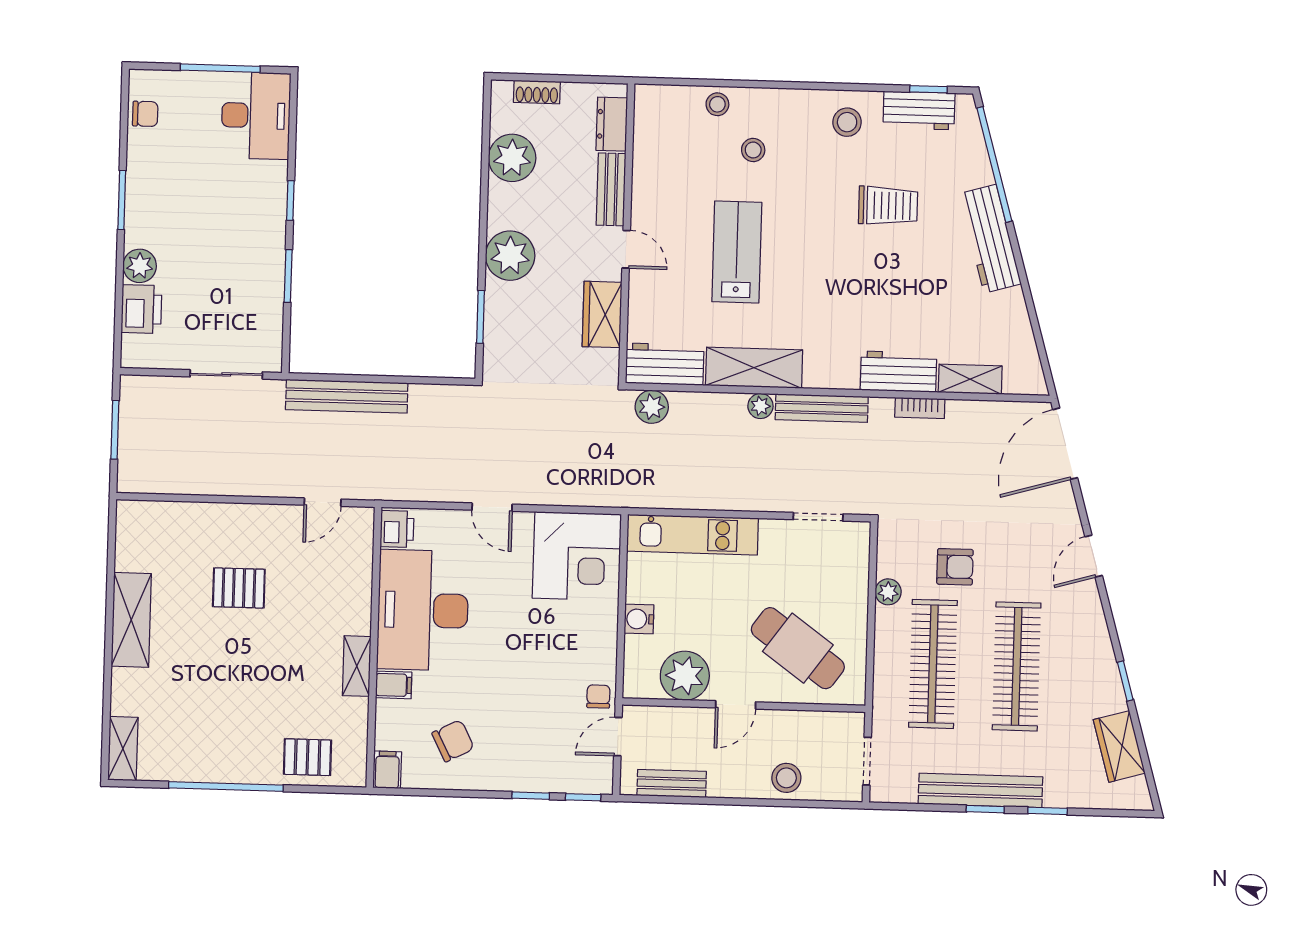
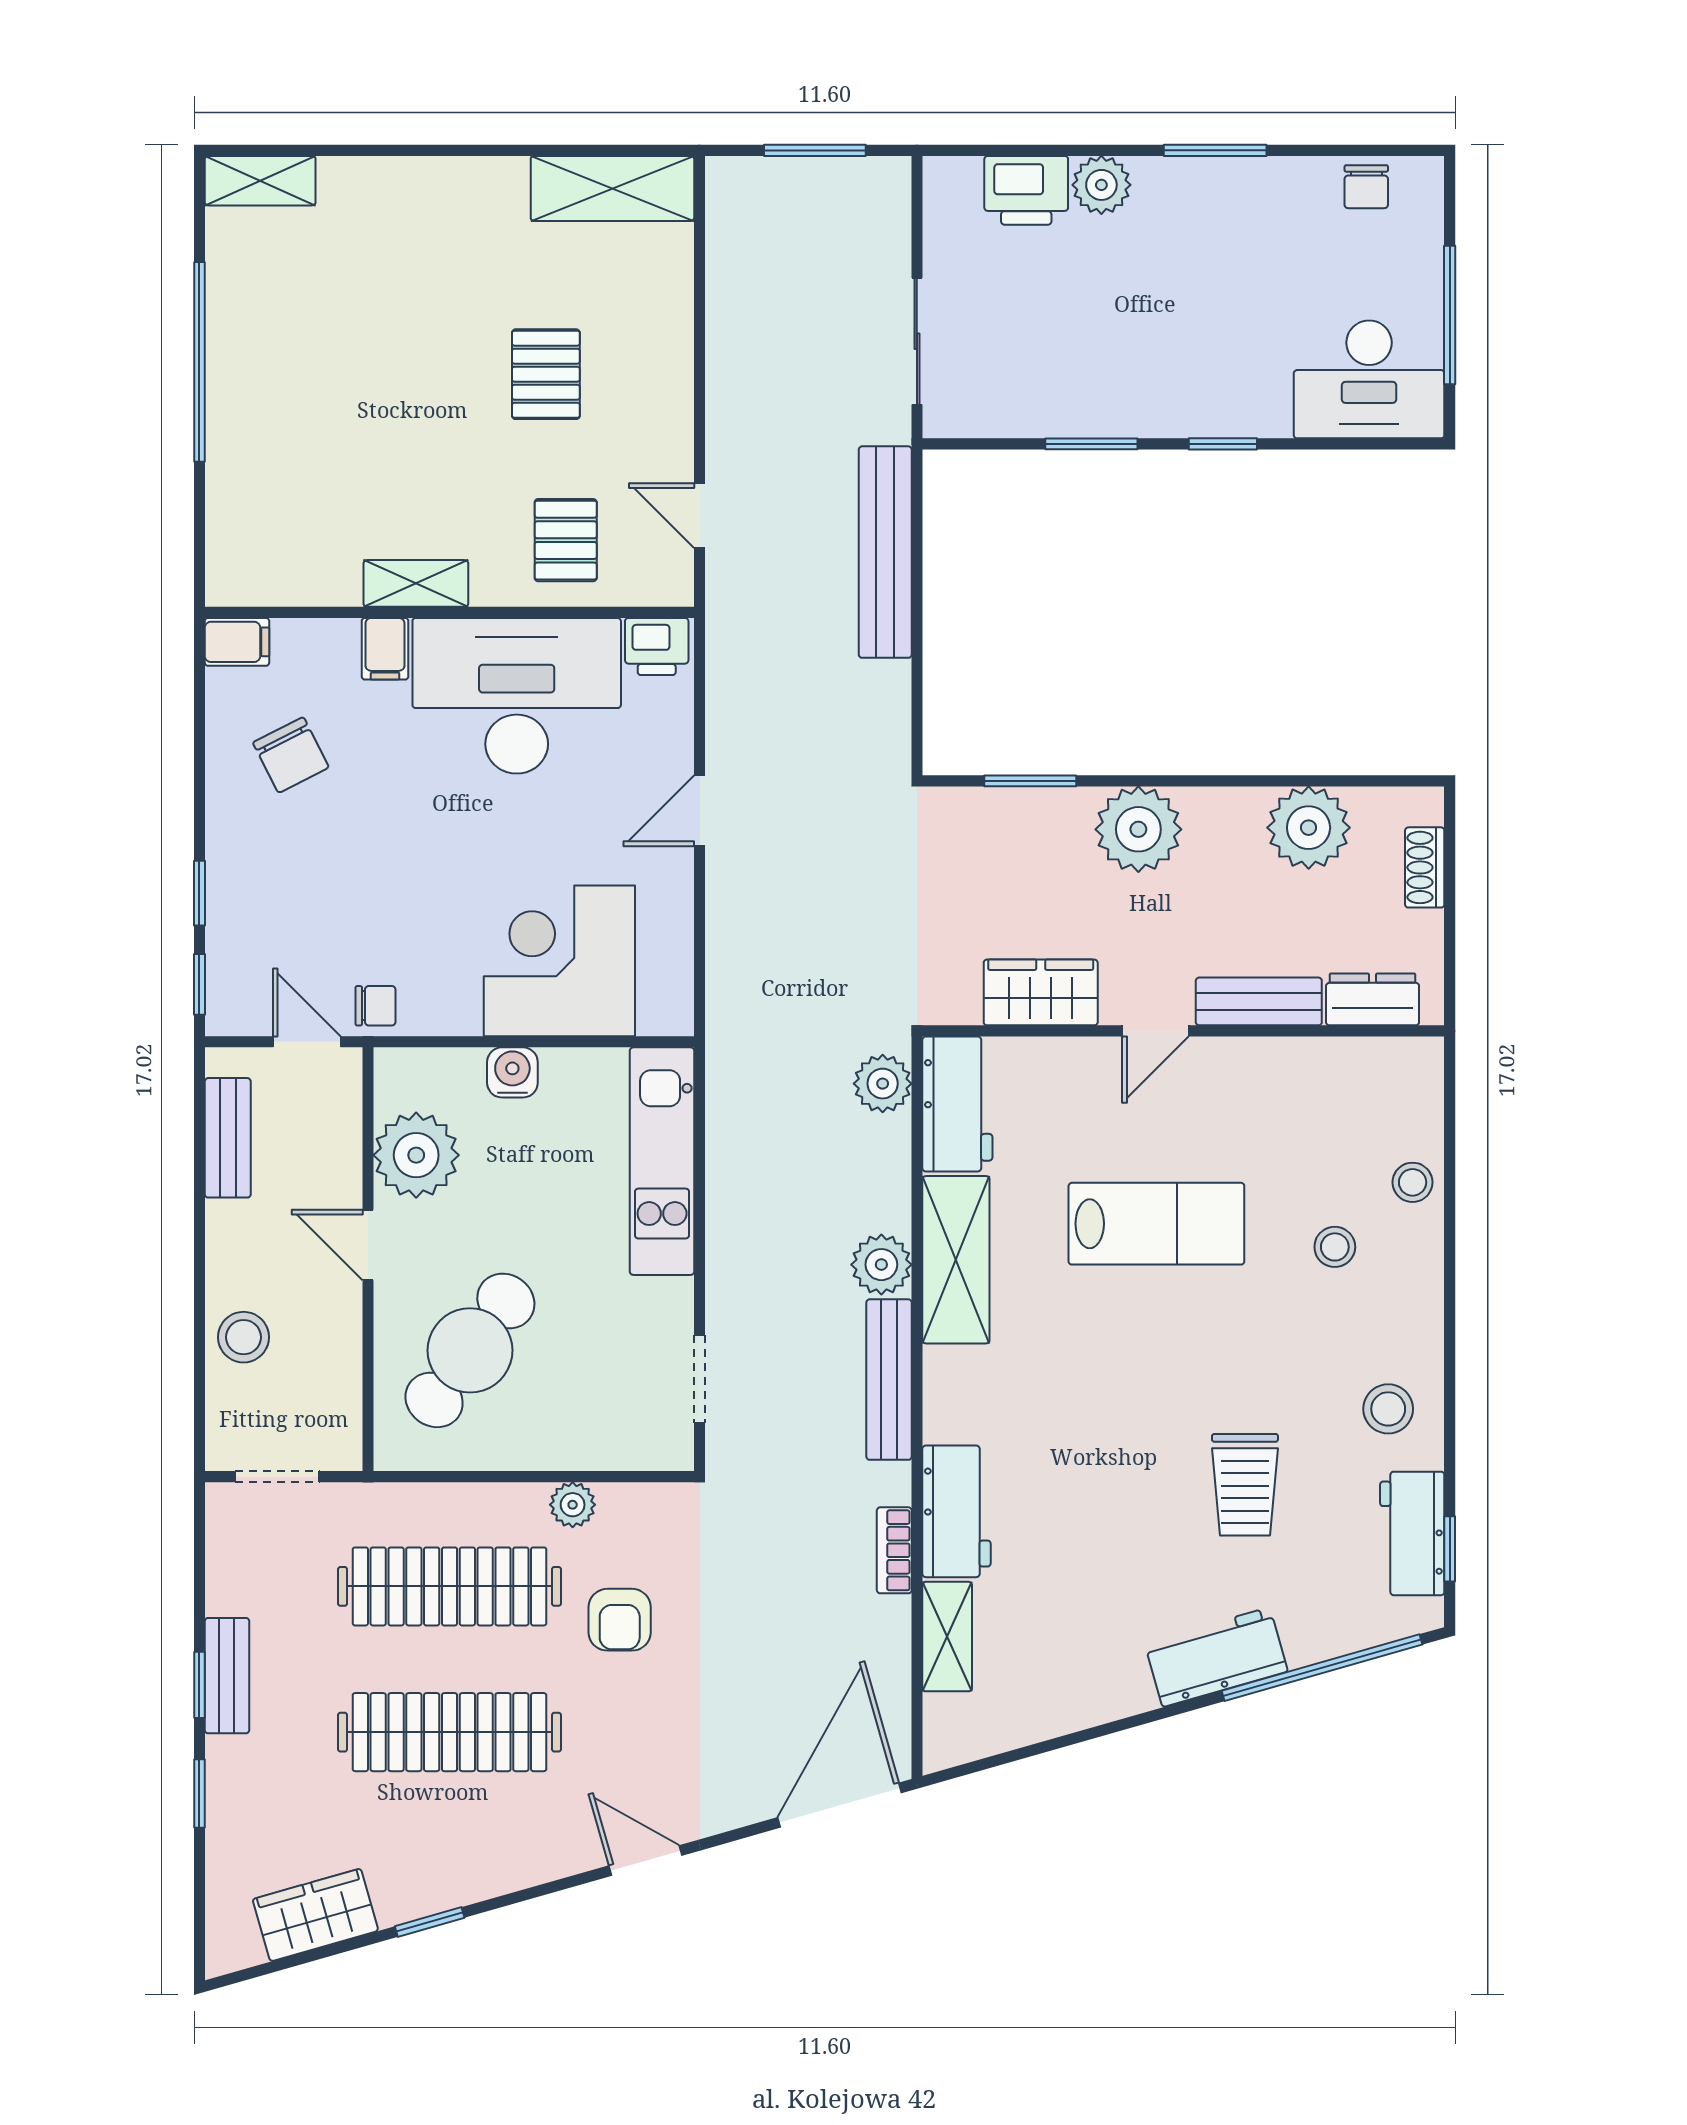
workbench: (990, 239) -> (1216, 1657), width x0.73
plant: (760, 406) -> (881, 1265), width x1.38, depth x1.38
door: (1065, 444) -> (840, 1805), hinge flipped
corner desk: (577, 556) -> (559, 961), moved, turned 90
shelving: (131, 620) -> (612, 188), moved
pallet: (307, 757) -> (566, 540), moved
bench: (980, 790) -> (227, 1676), width x0.54, depth x0.82

